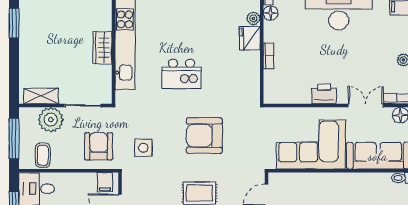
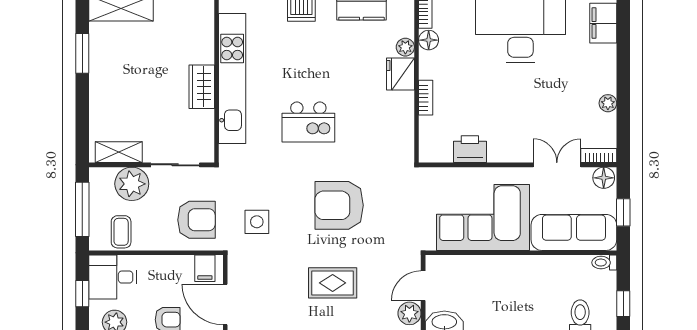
printer: (324, 94) -> (470, 149), moved
armchair: (99, 146) -> (196, 220), turned 90

